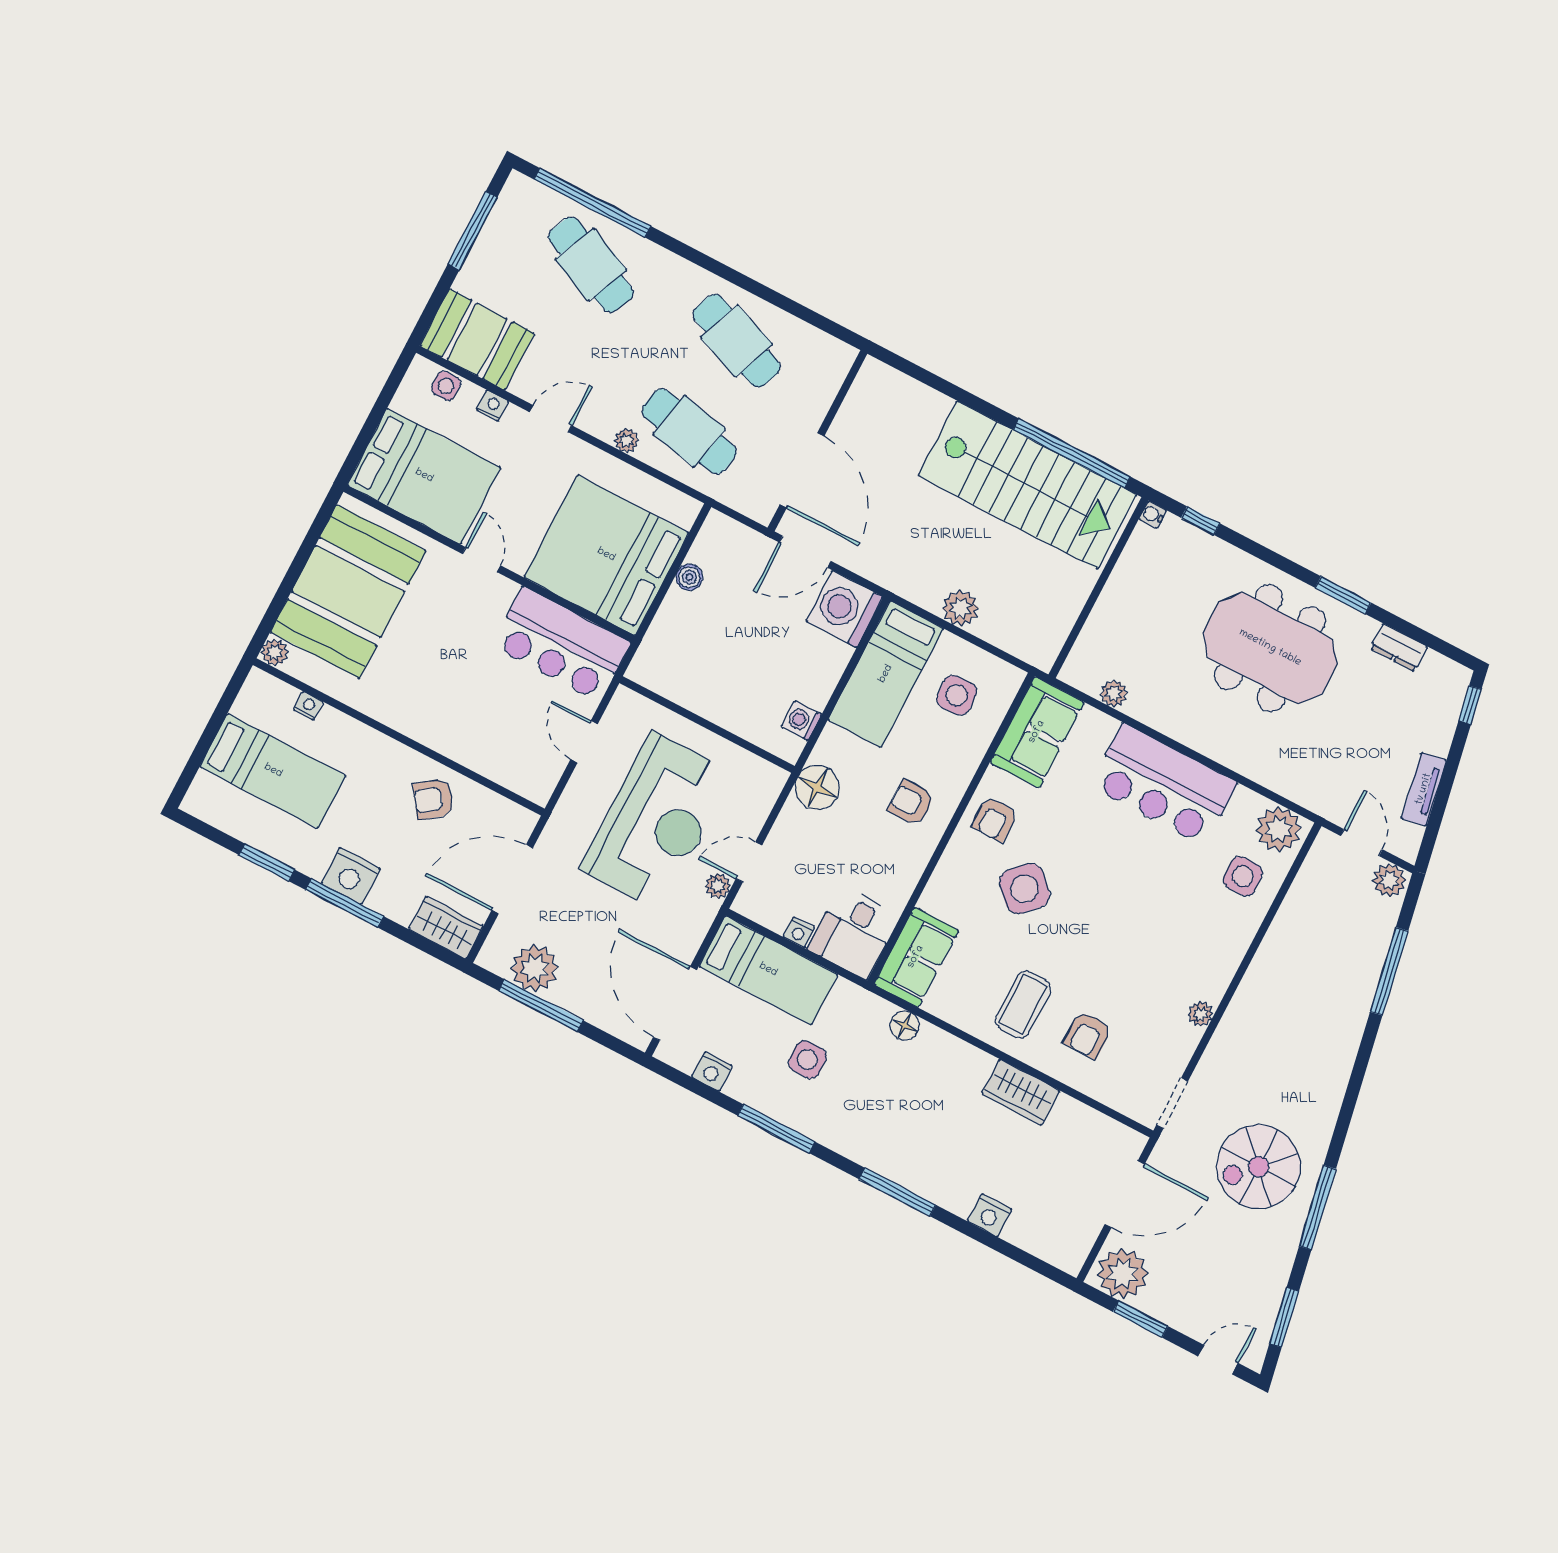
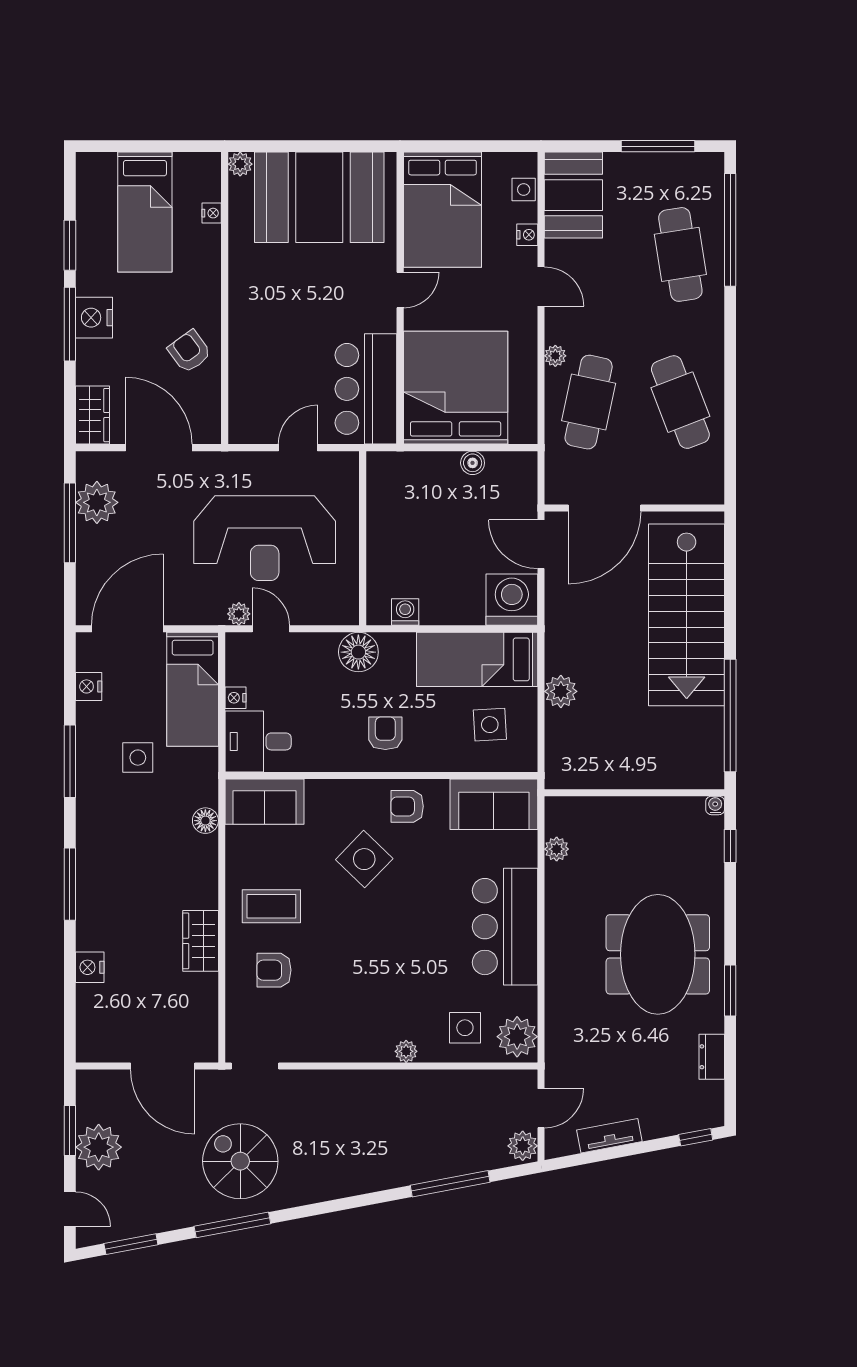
cafe table: (591, 265) -> (680, 254), turned -33
cafe table: (737, 341) -> (680, 402), turned -42
stairs: (1027, 485) -> (687, 615), moved
plant: (1201, 1014) -> (406, 1051), moved
plant: (1123, 1274) -> (99, 1147), moved

